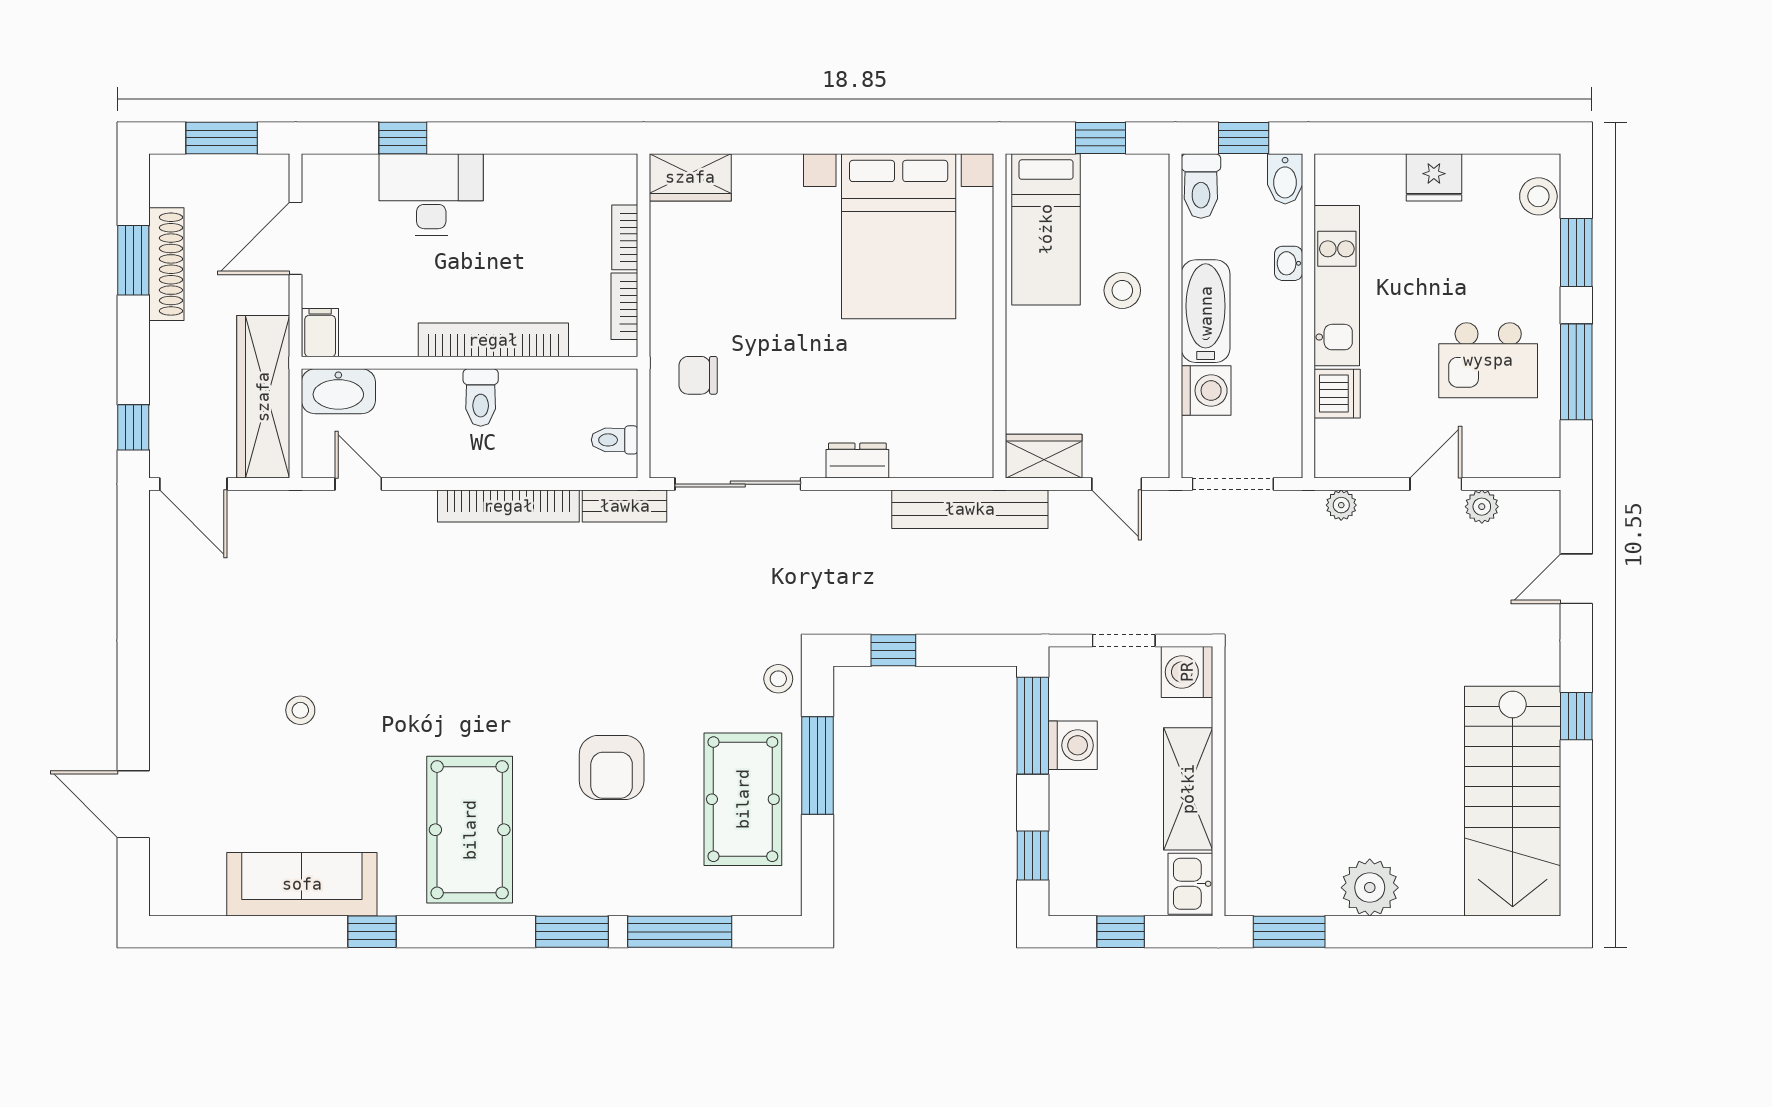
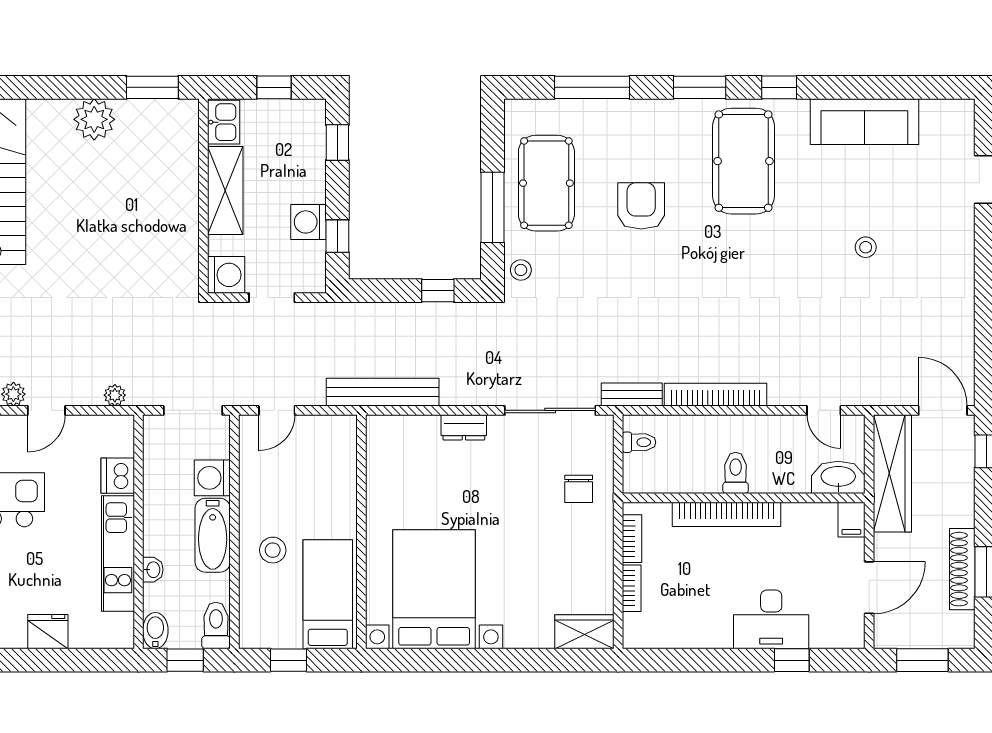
chair: (698, 375) -> (579, 489), turned 90
wardrobe: (1044, 456) -> (329, 431), removed
door: (1117, 484) -> (277, 410), swing flipped
window: (1033, 726) -> (337, 236), width x0.46
window: (372, 932) -> (779, 87), moved
window: (572, 932) -> (700, 87), moved

